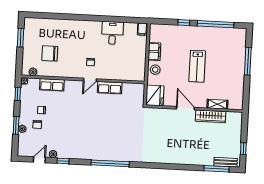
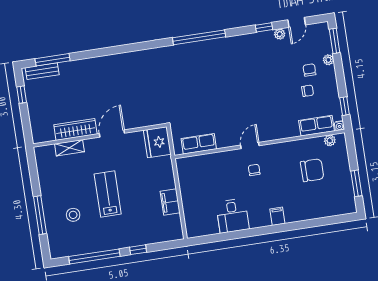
filing cabinet: (142, 29) -> (277, 216), moved
stool: (155, 70) -> (73, 215), moved
row of seats: (52, 85) -> (317, 126), moved
row of seats: (110, 88) -> (199, 144), moved
door: (185, 108) -> (112, 133), swing flipped
window: (16, 125) -> (335, 41), moved

